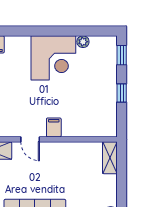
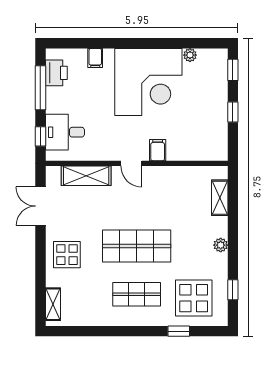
corner desk: (53, 58) -> (148, 82), width x1.36, depth x1.36
shelving: (110, 158) -> (220, 198), moved

